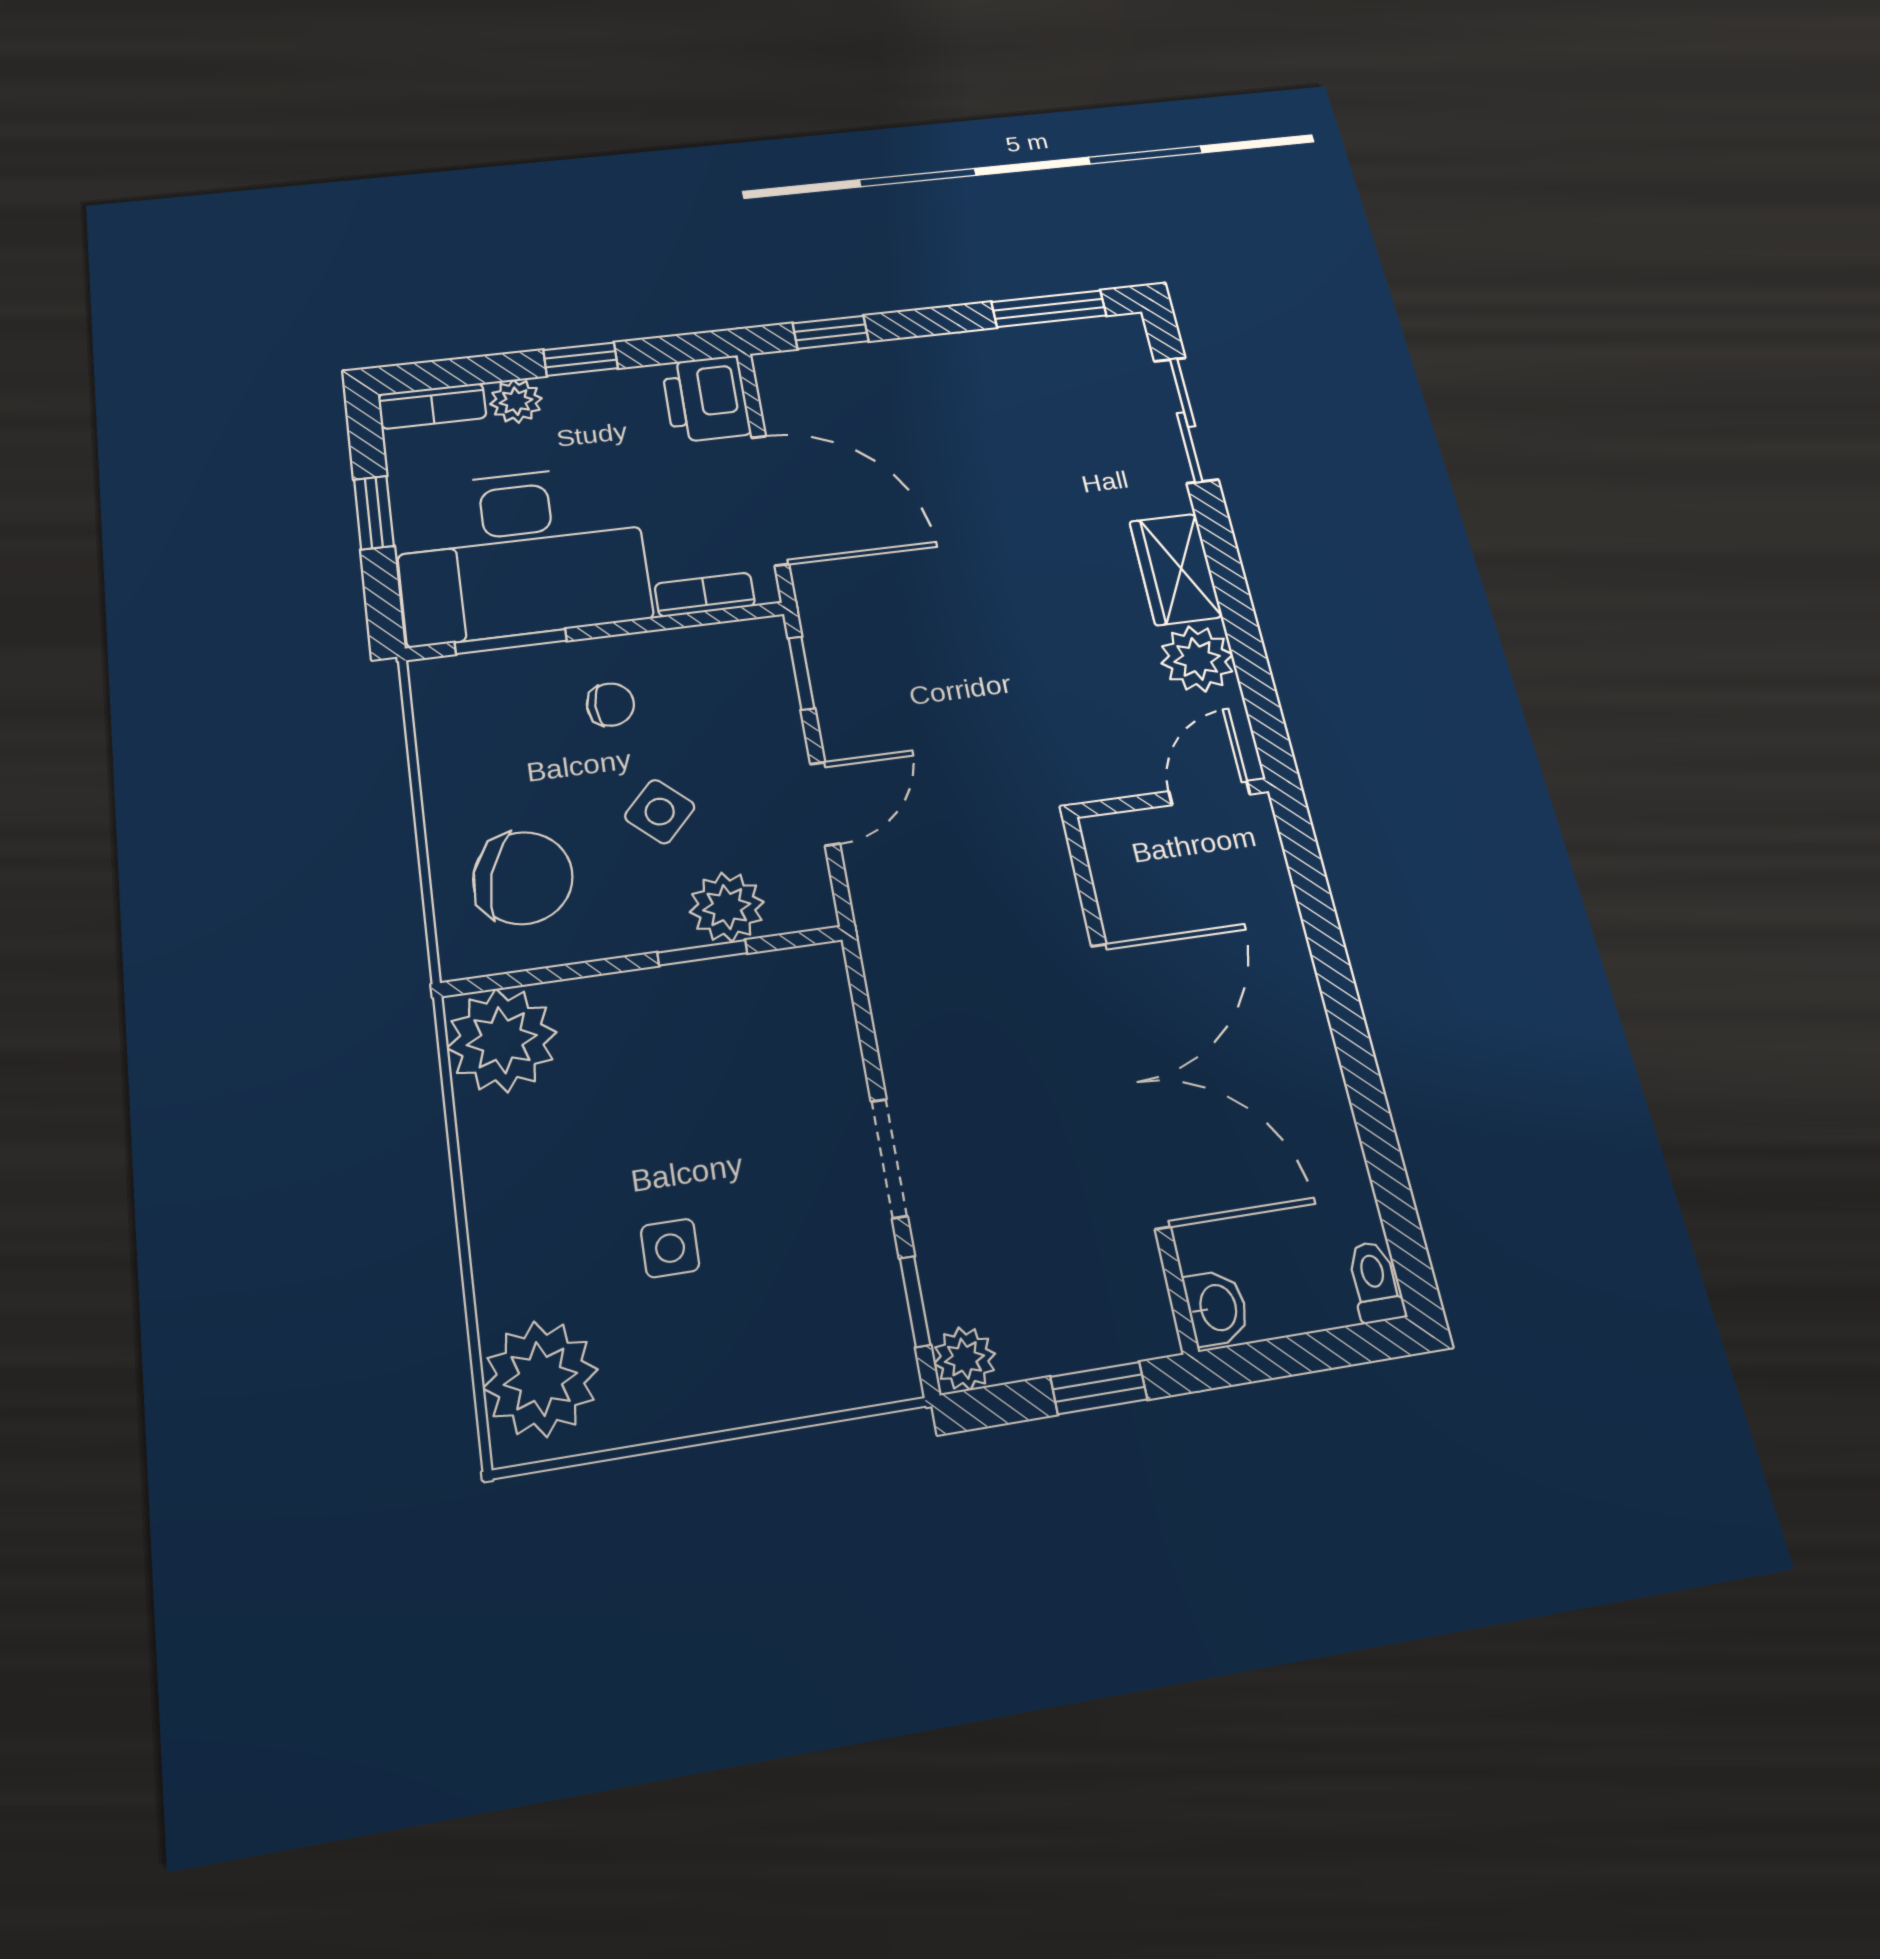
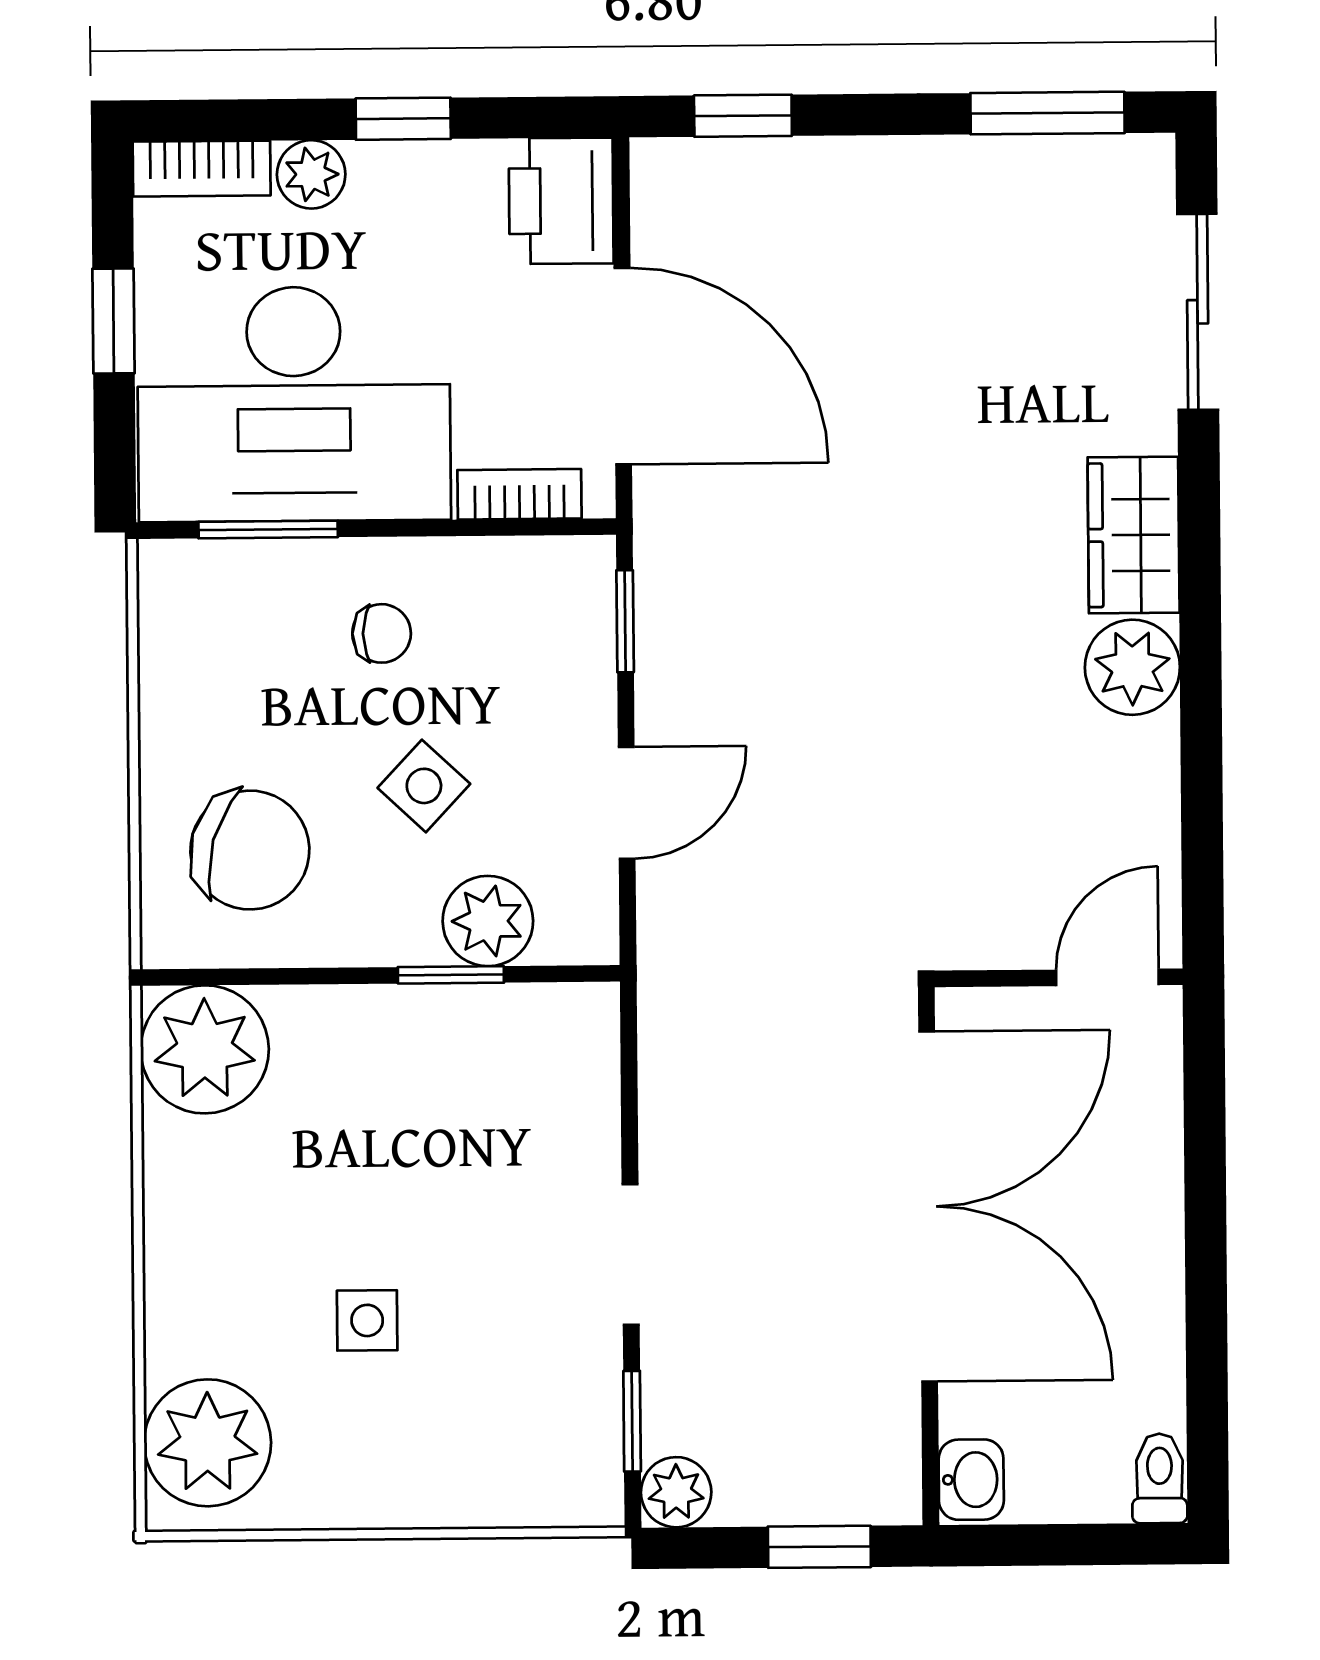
door: (1210, 793) -> (1107, 977), moved
wall: (1172, 798) -> (1059, 978), moved

